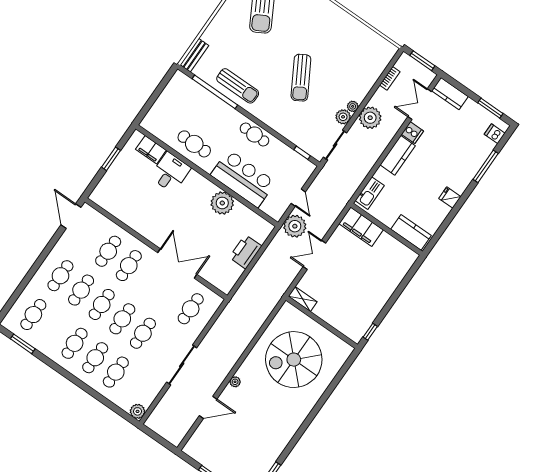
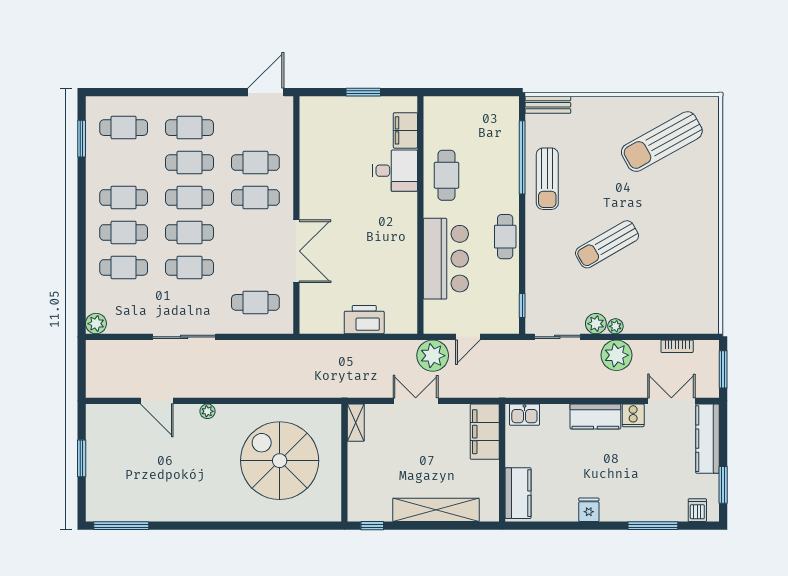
kitchen counter: (450, 94) -> (707, 439), width x1.50
kitchen sink: (370, 193) -> (524, 415), width x0.73
plant: (222, 203) -> (401, 254), removed
shelving: (387, 288) -> (436, 510), added

